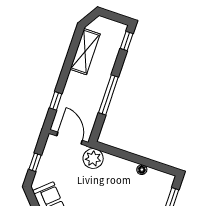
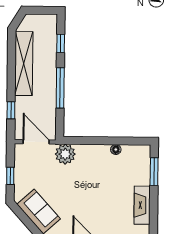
window: (127, 41) -> (61, 43), moved
shelving: (85, 52) -> (24, 64), width x1.47

